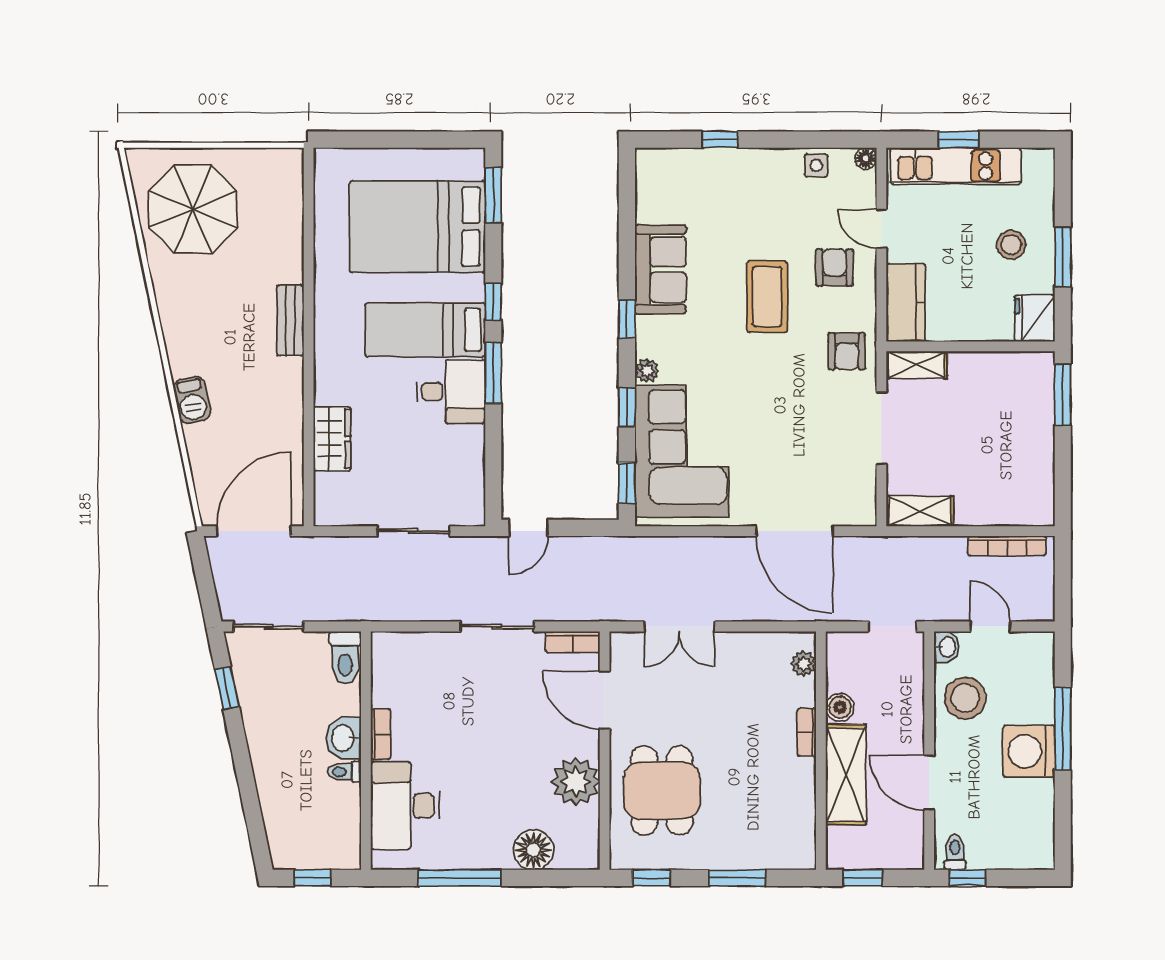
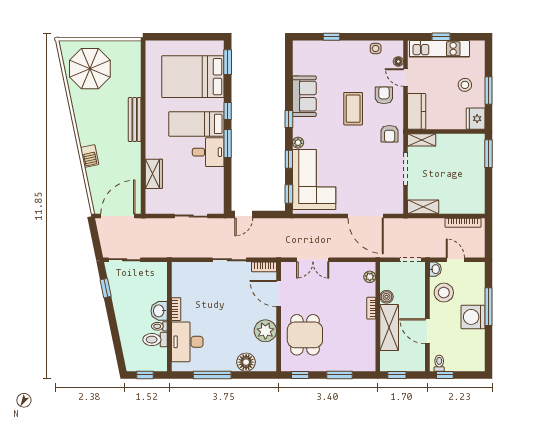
floor lamp: (866, 158) -> (398, 61), moved
bench: (290, 320) -> (135, 120), width x1.36
toilet: (345, 658) -> (155, 340), moved, turned 90

